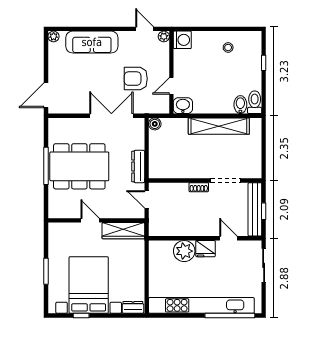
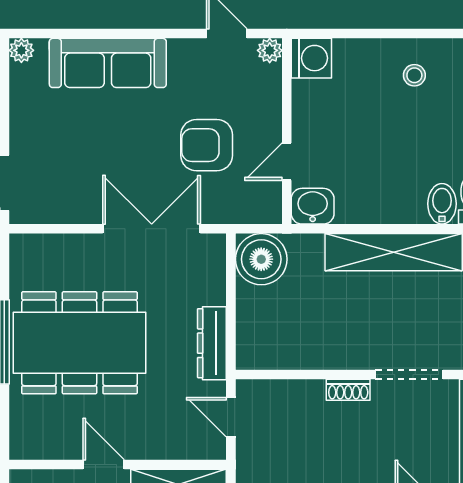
boiler: (155, 124) -> (261, 259), width x1.86, depth x1.86

